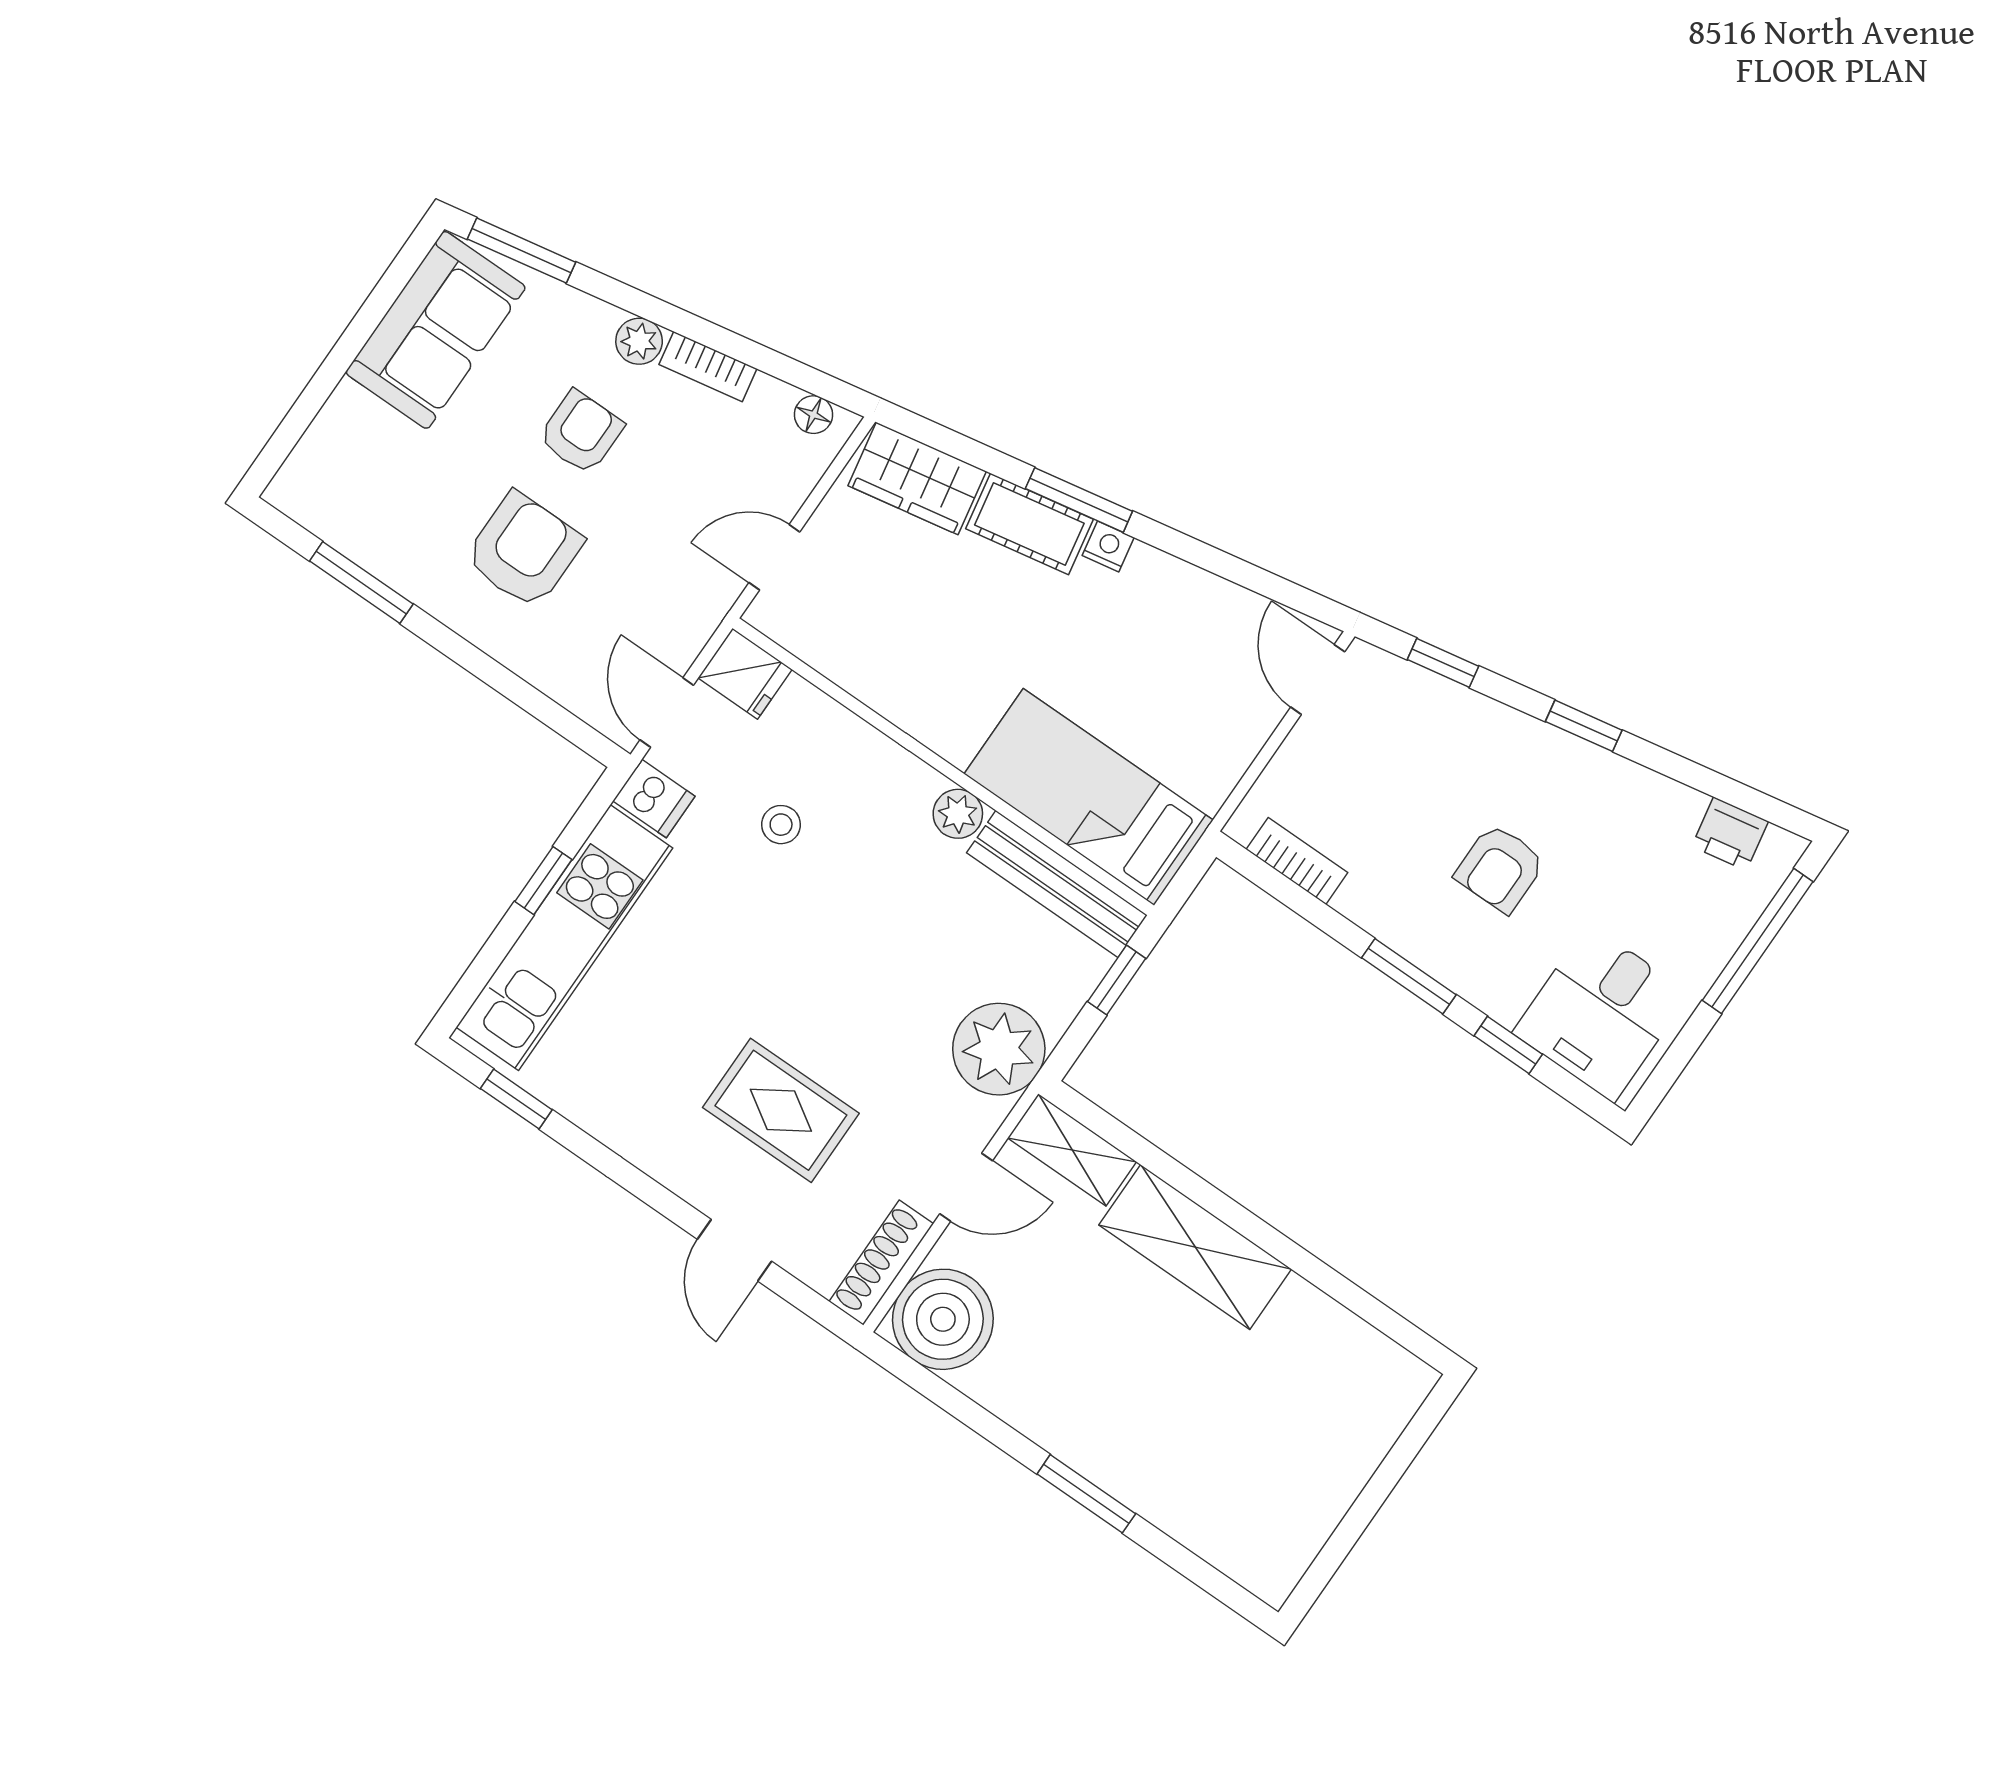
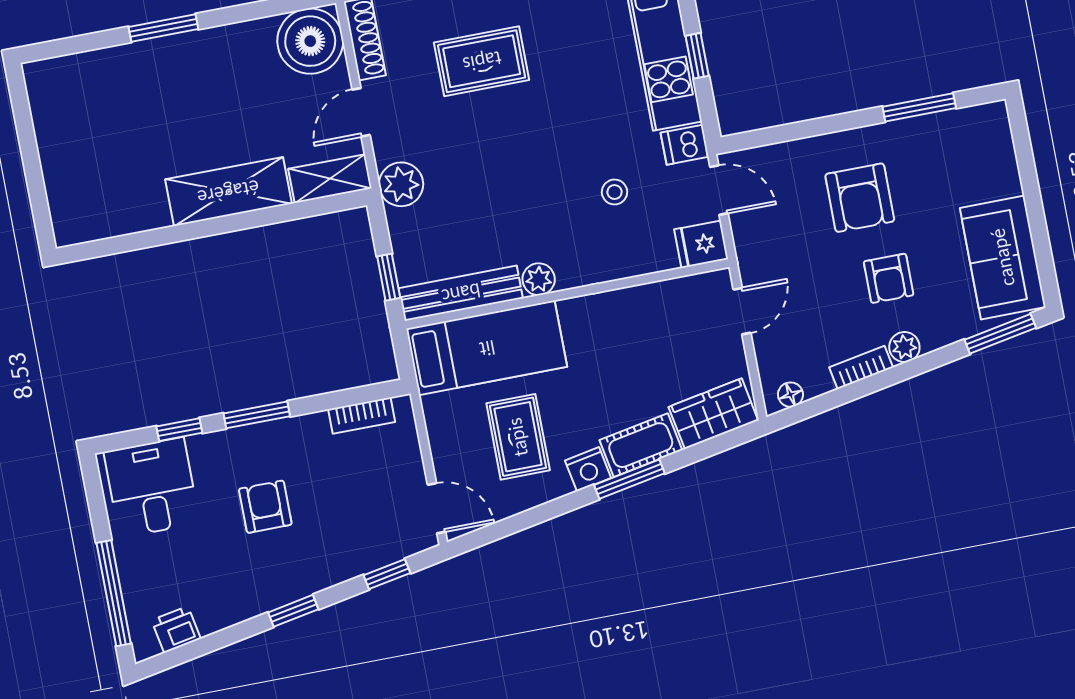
nightstand: (1108, 547) -> (588, 469), width x1.39, depth x1.35
rug: (1152, 667) -> (518, 437), added
plant: (999, 1049) -> (401, 184), width x0.73, depth x0.73

